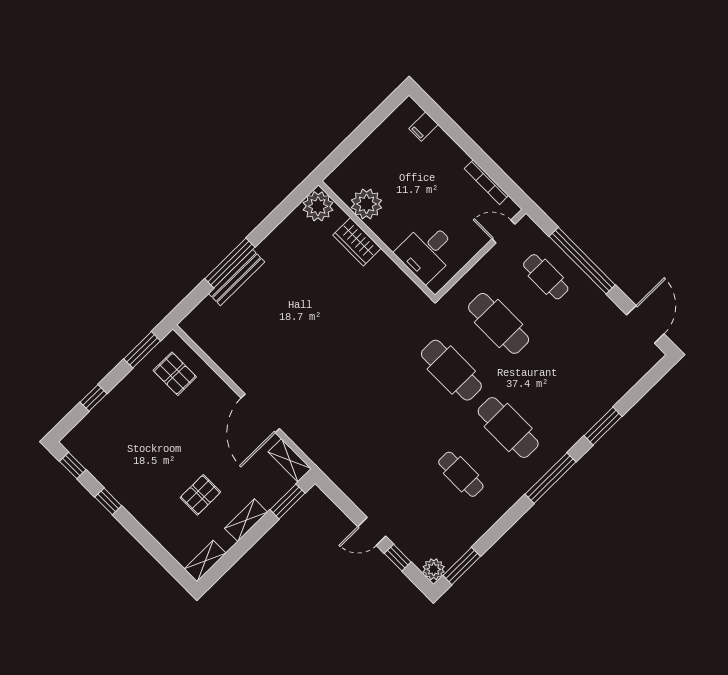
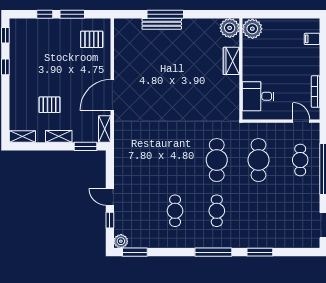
plant: (366, 204) -> (252, 29), moved
window: (142, 350) -> (72, 14), moved
pallet: (175, 374) -> (92, 39), turned 90
cafe table: (508, 427) -> (217, 211), width x0.73, depth x0.74

